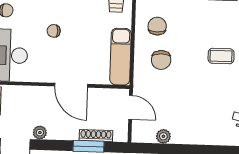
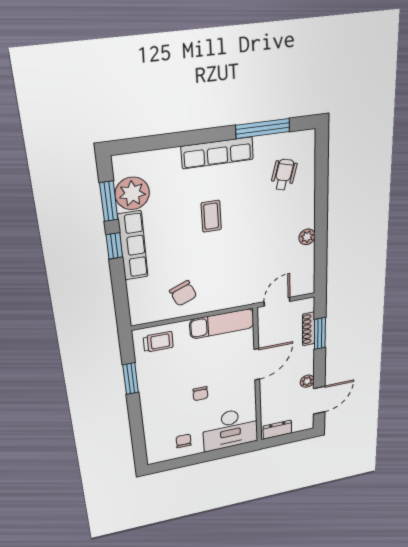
chair: (157, 26) -> (183, 293), turned -112
chair: (161, 60) -> (222, 281), removed
plant: (163, 136) -> (307, 237), moved

